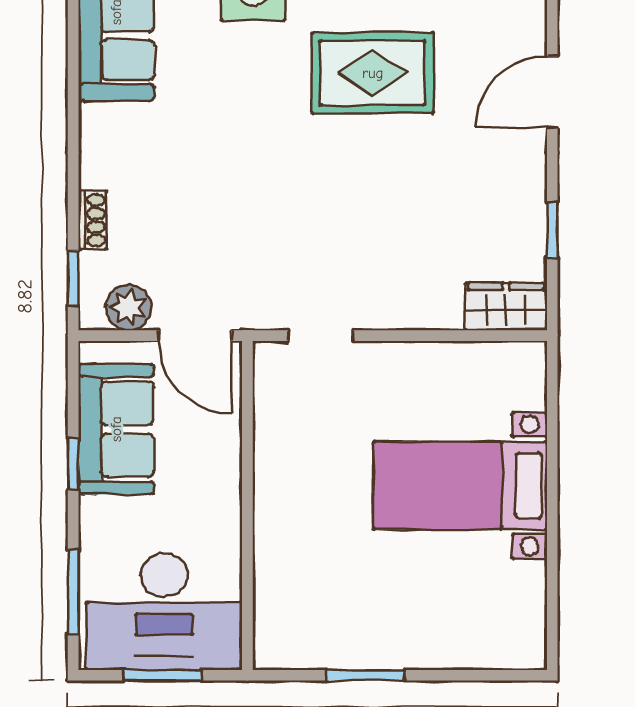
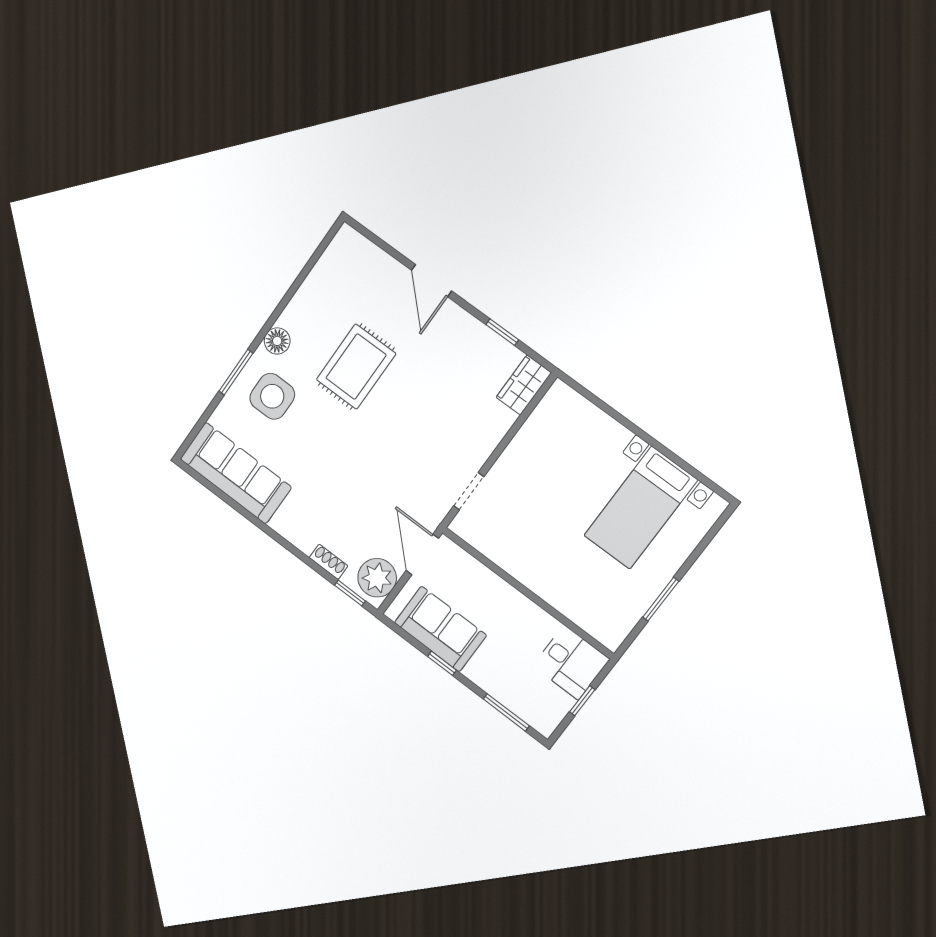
plant: (128, 307) -> (377, 578), width x1.36, depth x1.36
door: (195, 336) -> (422, 554), swing flipped
bed with nightstands: (460, 485) -> (641, 508), moved
desk: (164, 612) -> (571, 662), width x0.53, depth x0.77
window: (162, 675) -> (582, 701), width x0.67

